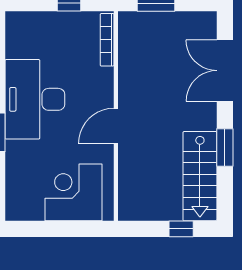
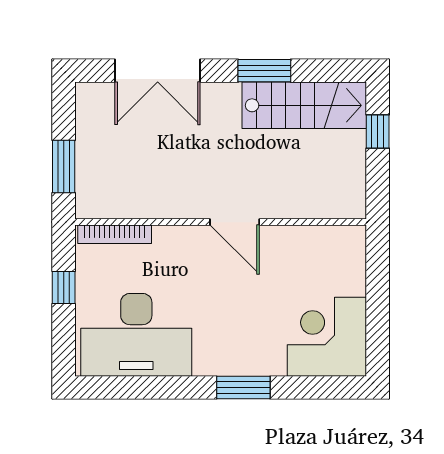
desk: (35, 99) -> (136, 335), moved
corner desk: (74, 192) -> (327, 337), moved, turned 90

